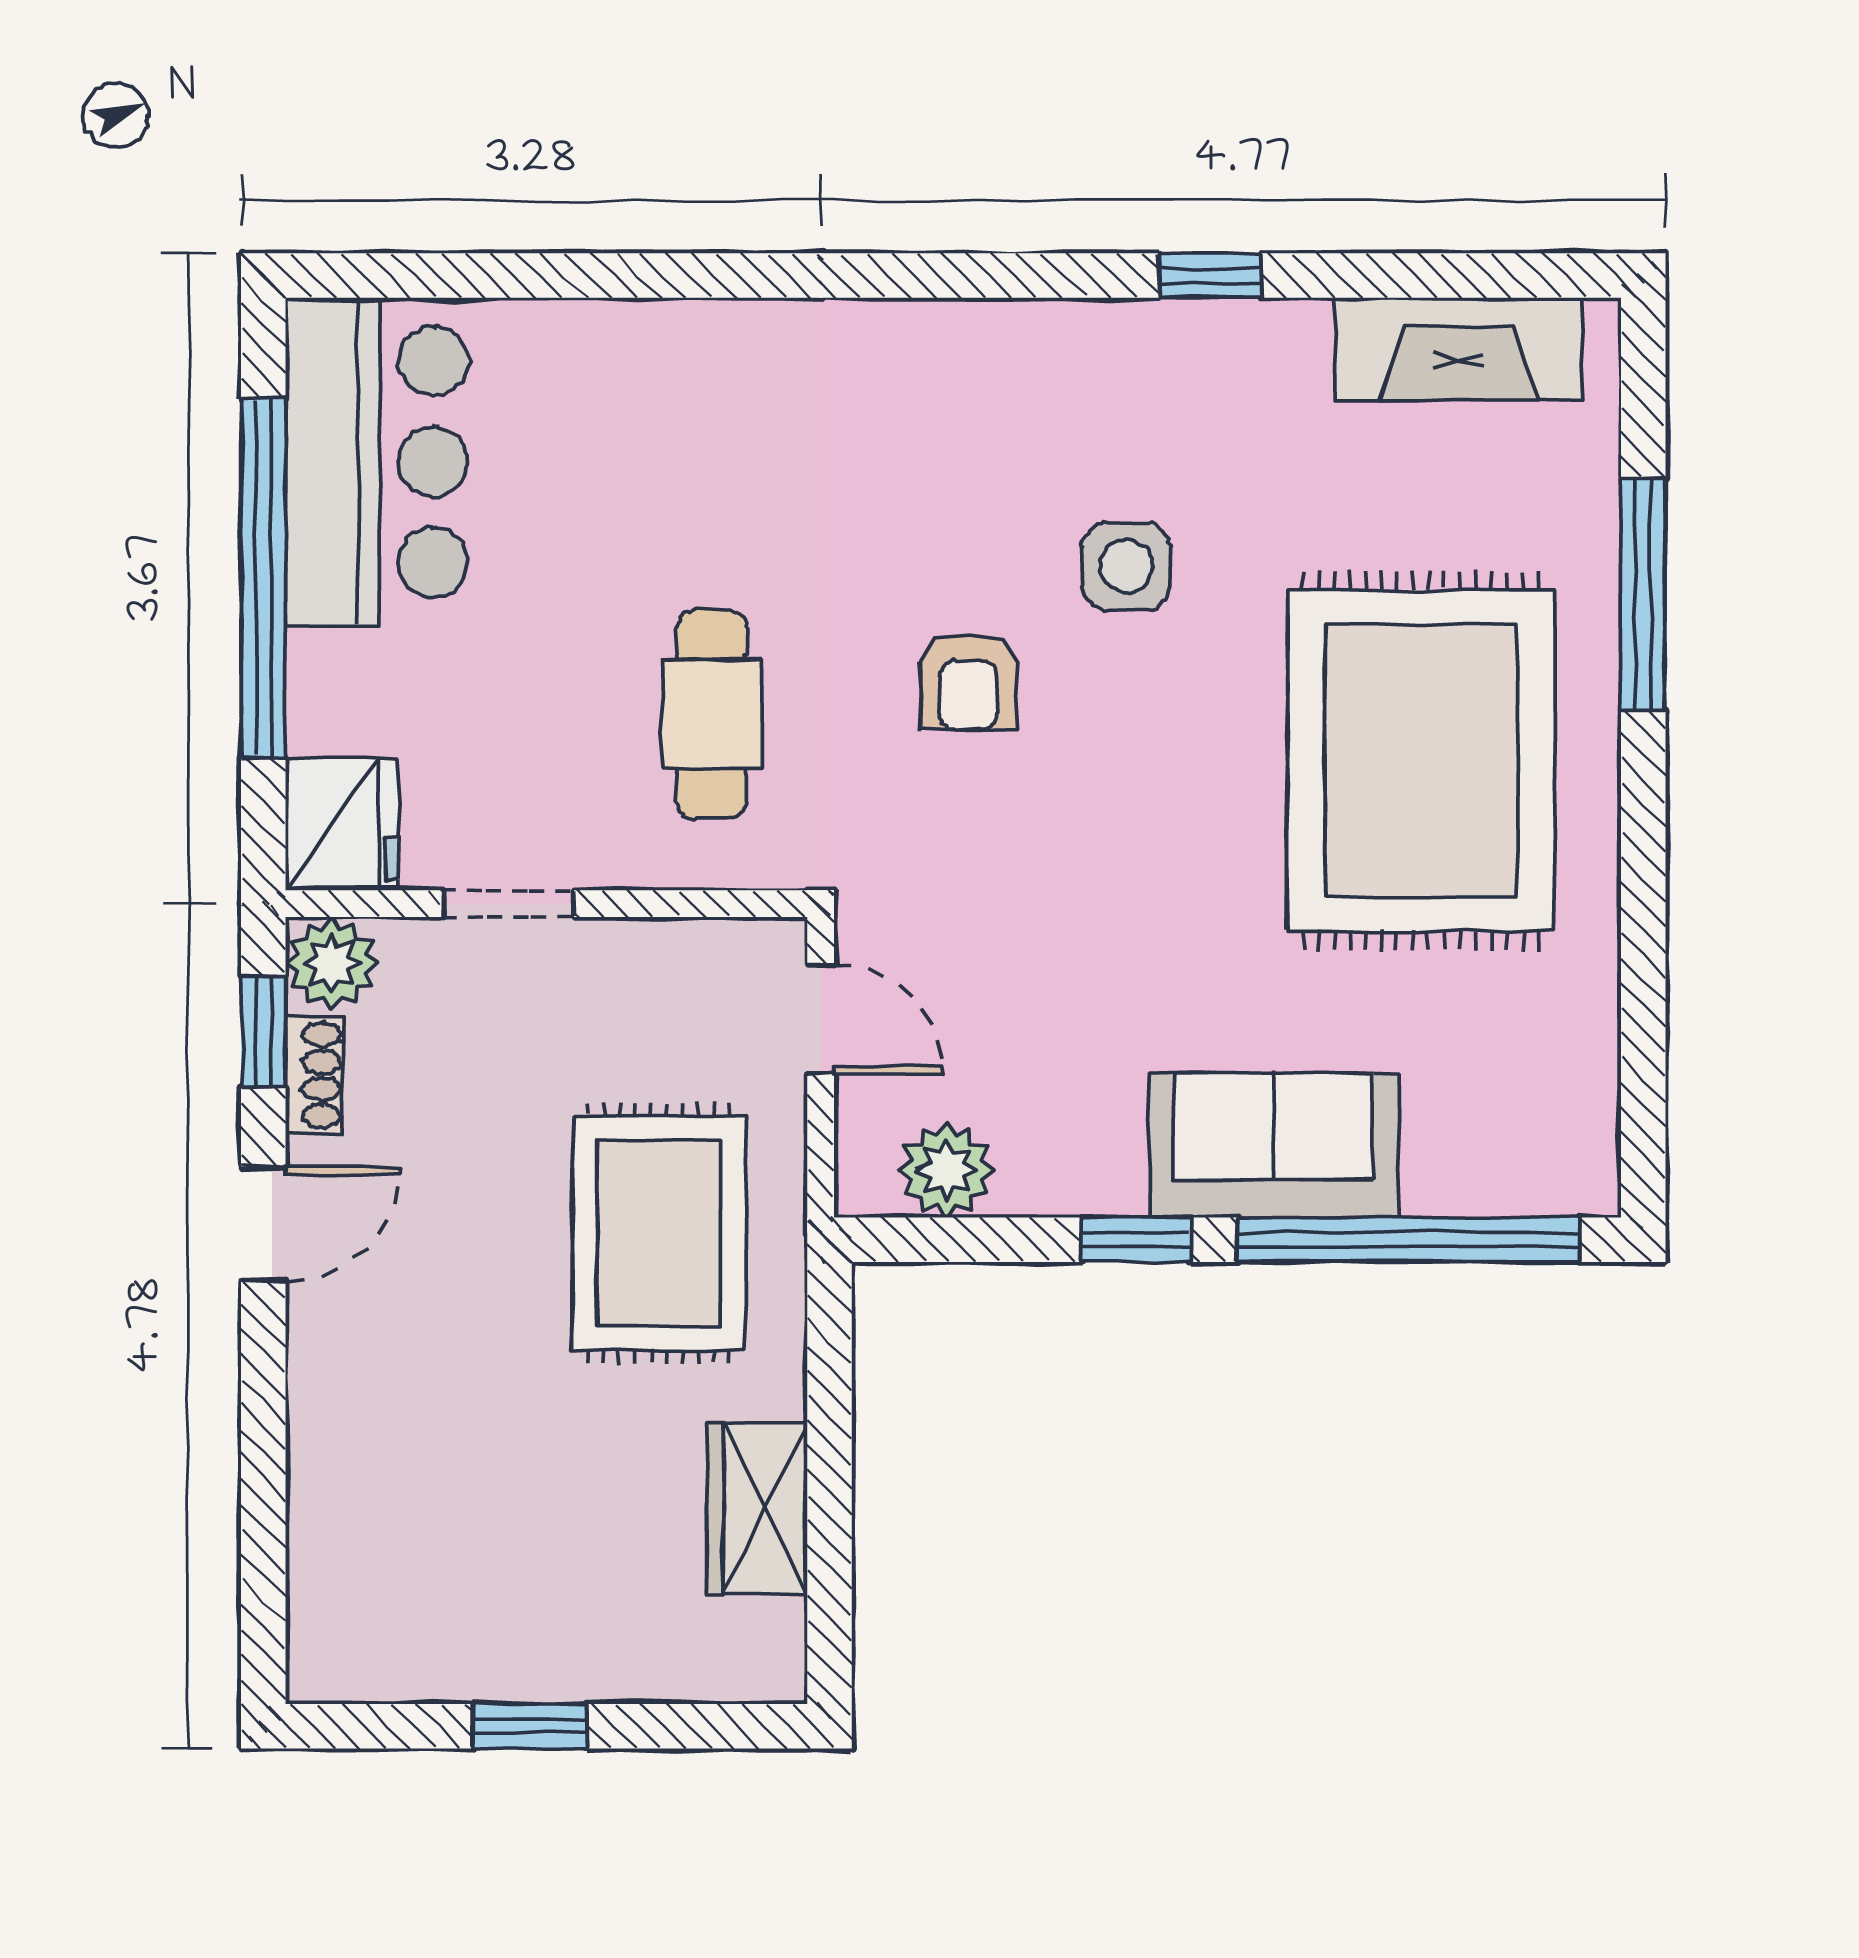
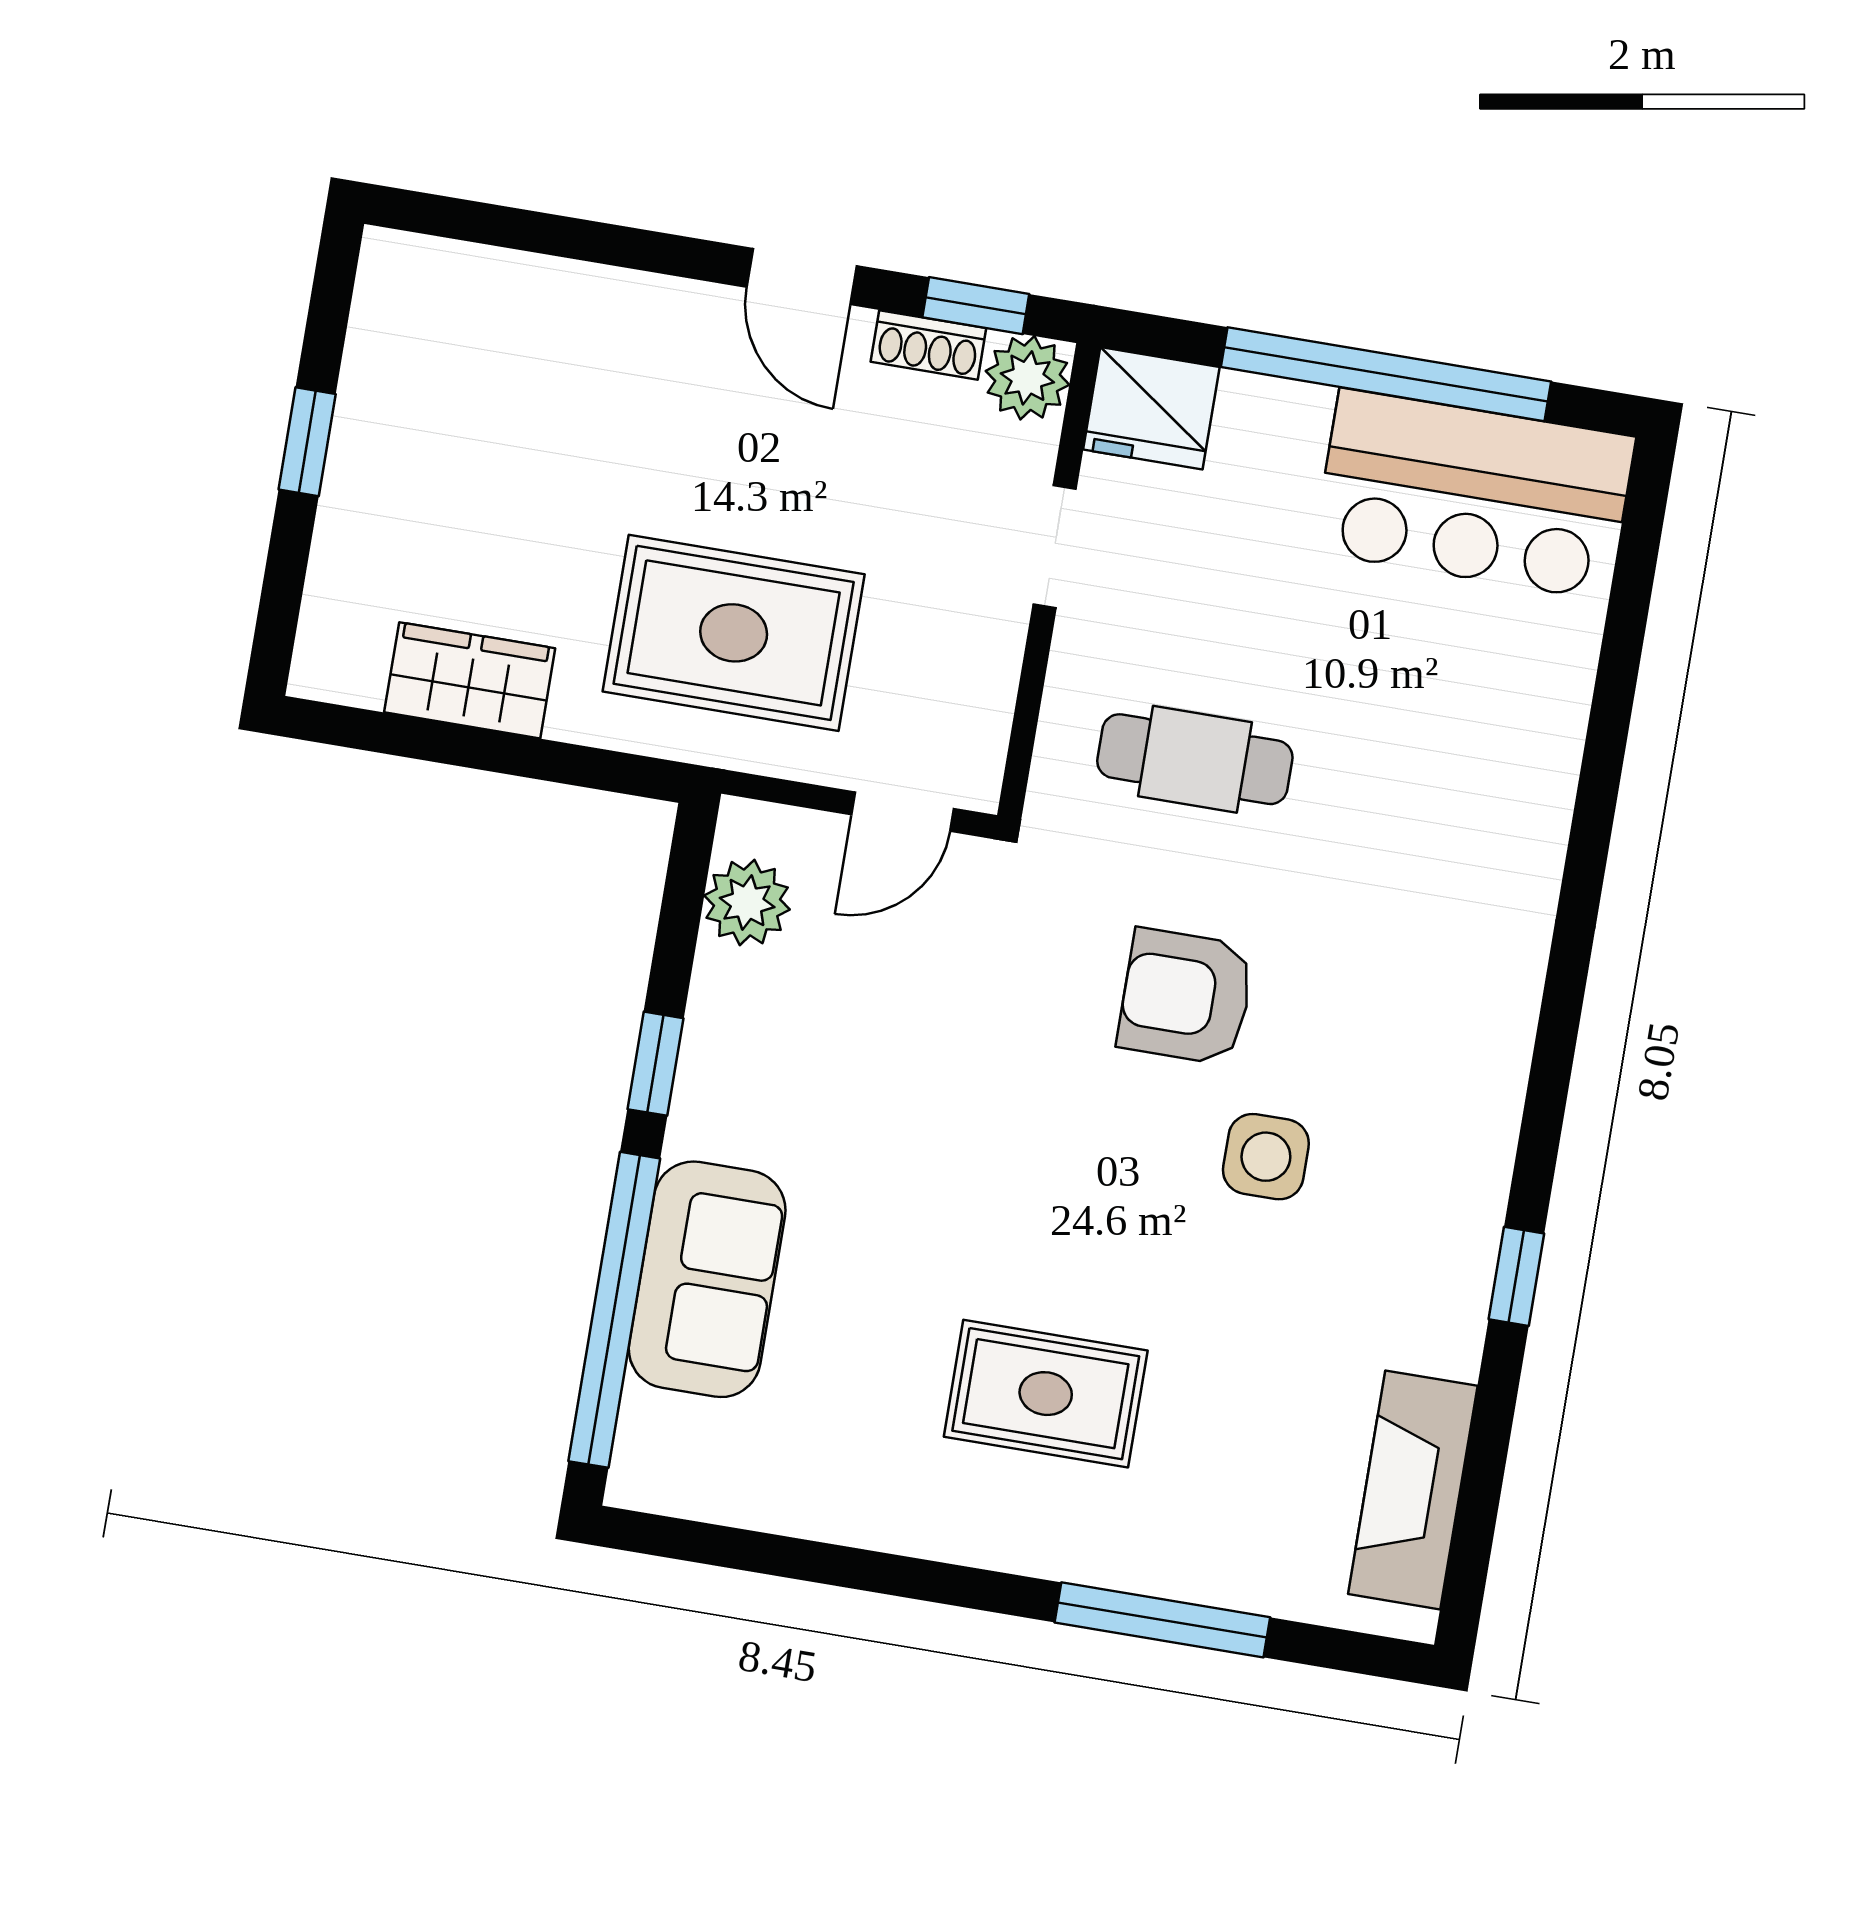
armchair: (969, 681) -> (1186, 997), width x1.38, depth x1.38
rug: (1421, 761) -> (1046, 1394), width x0.54, depth x0.49
sofa: (1274, 1145) -> (707, 1279), moved

